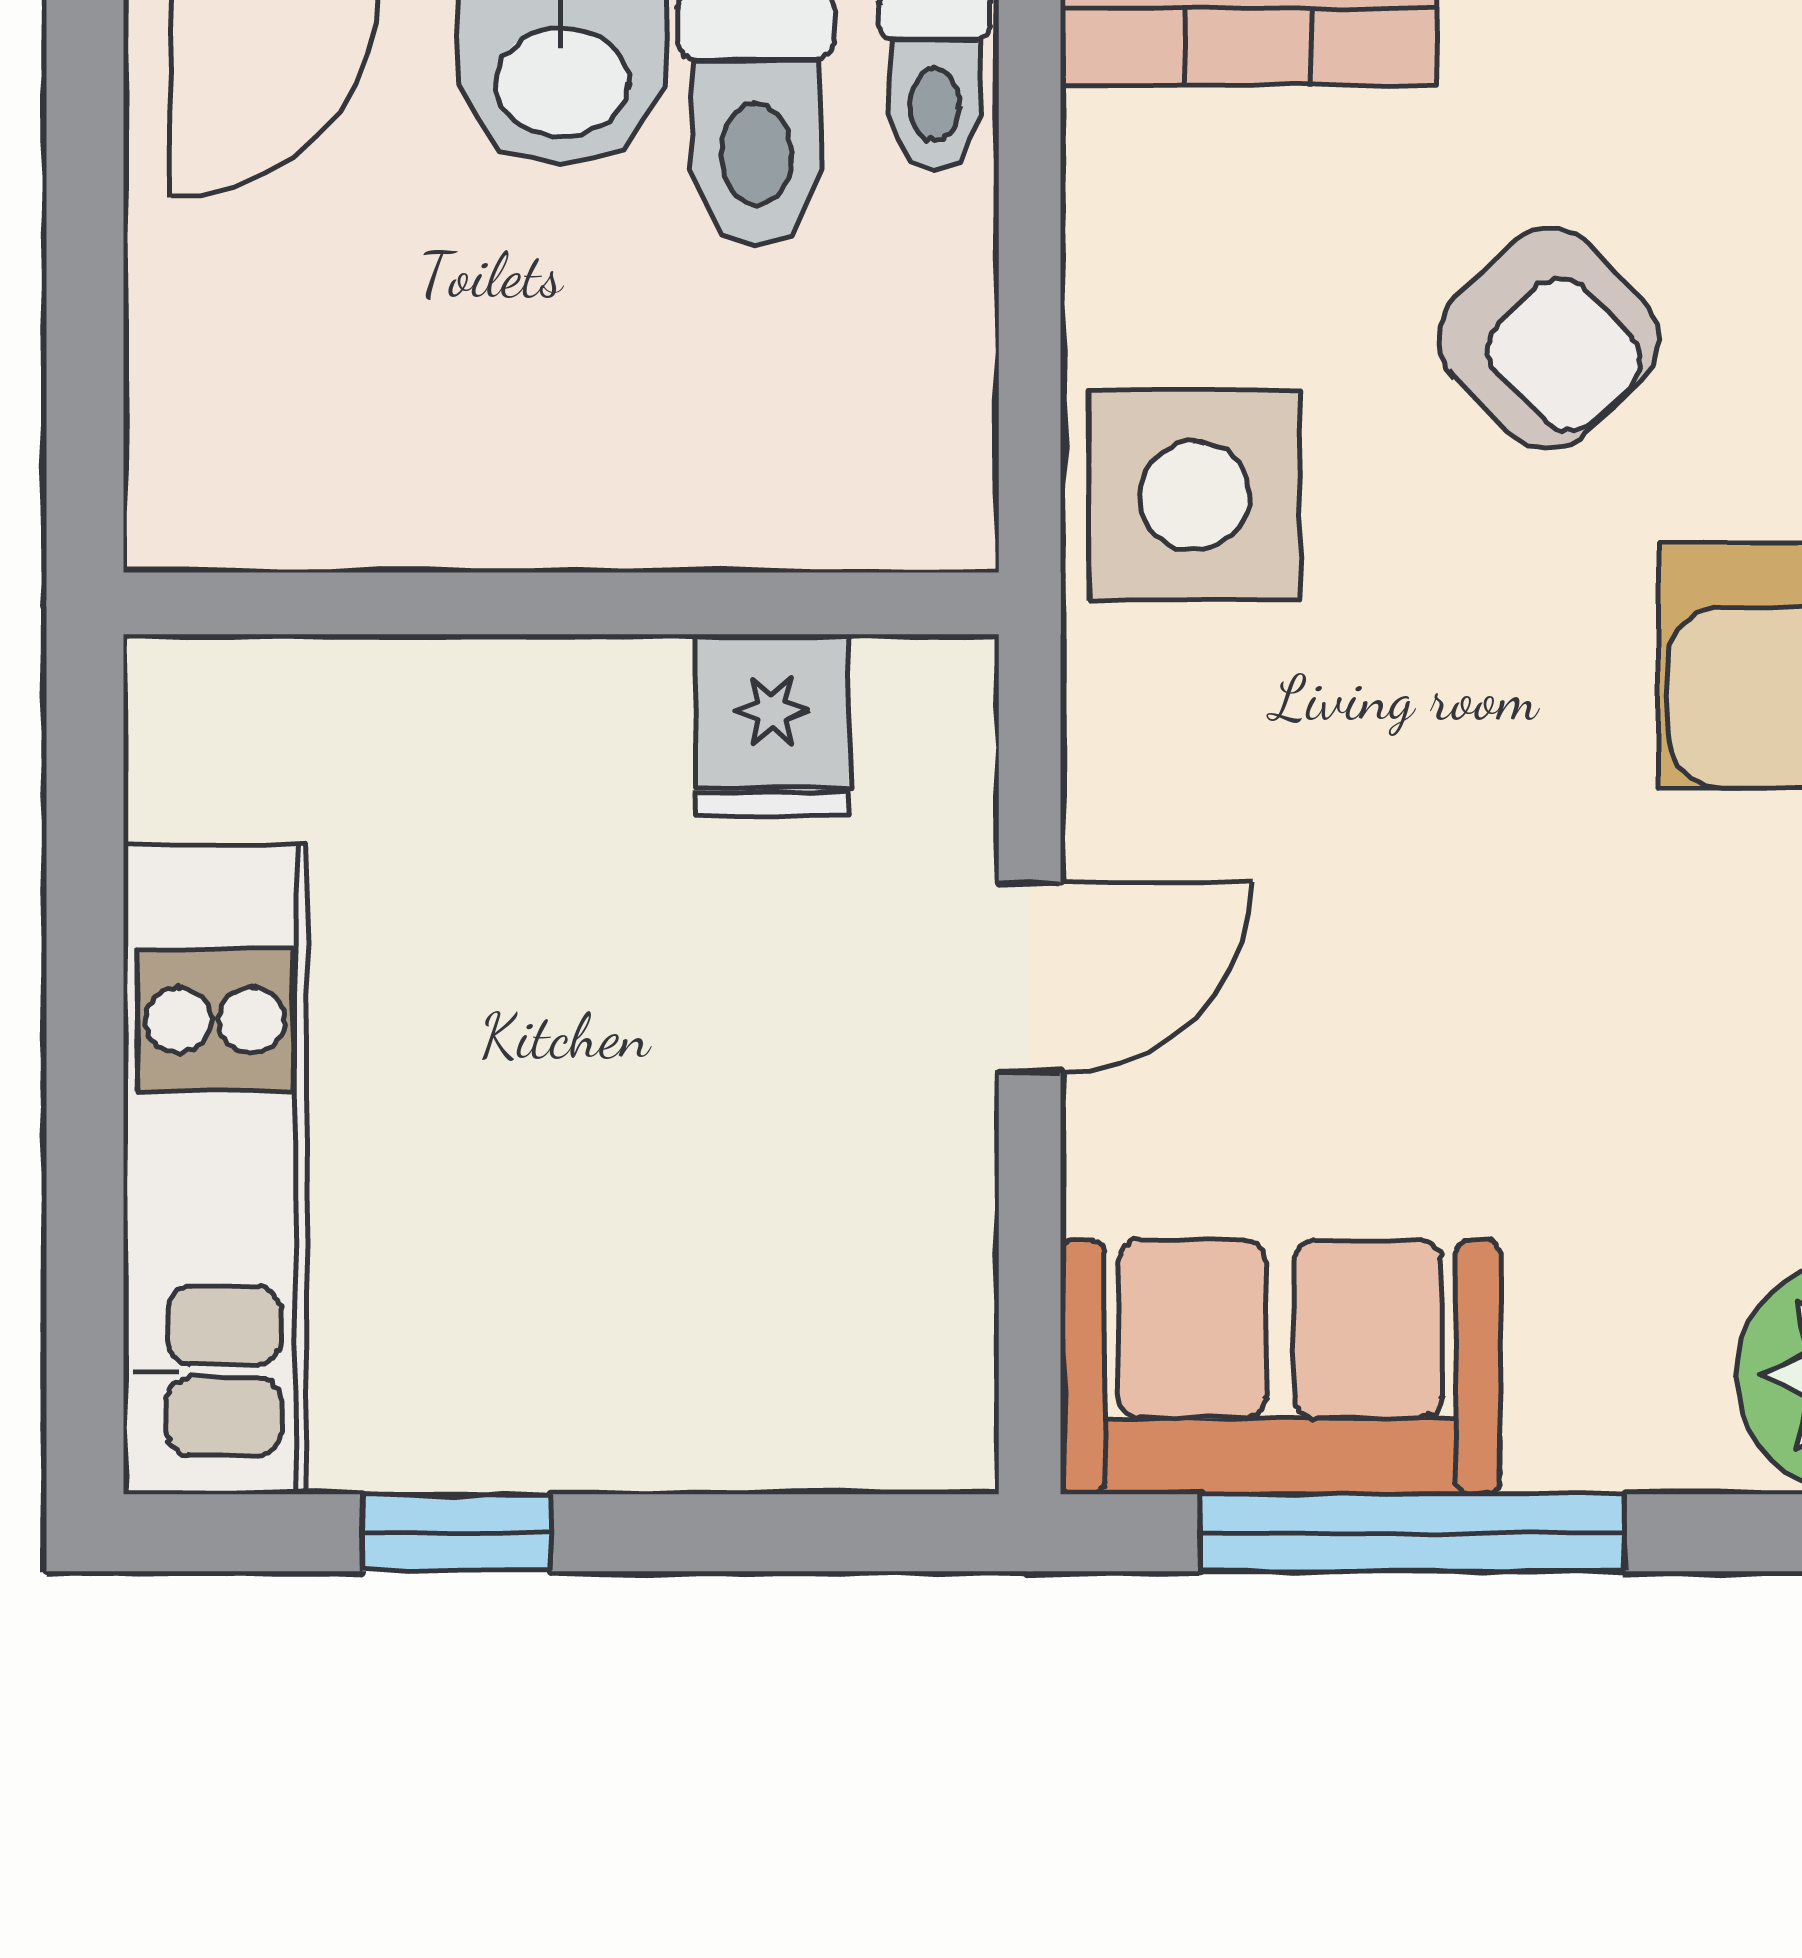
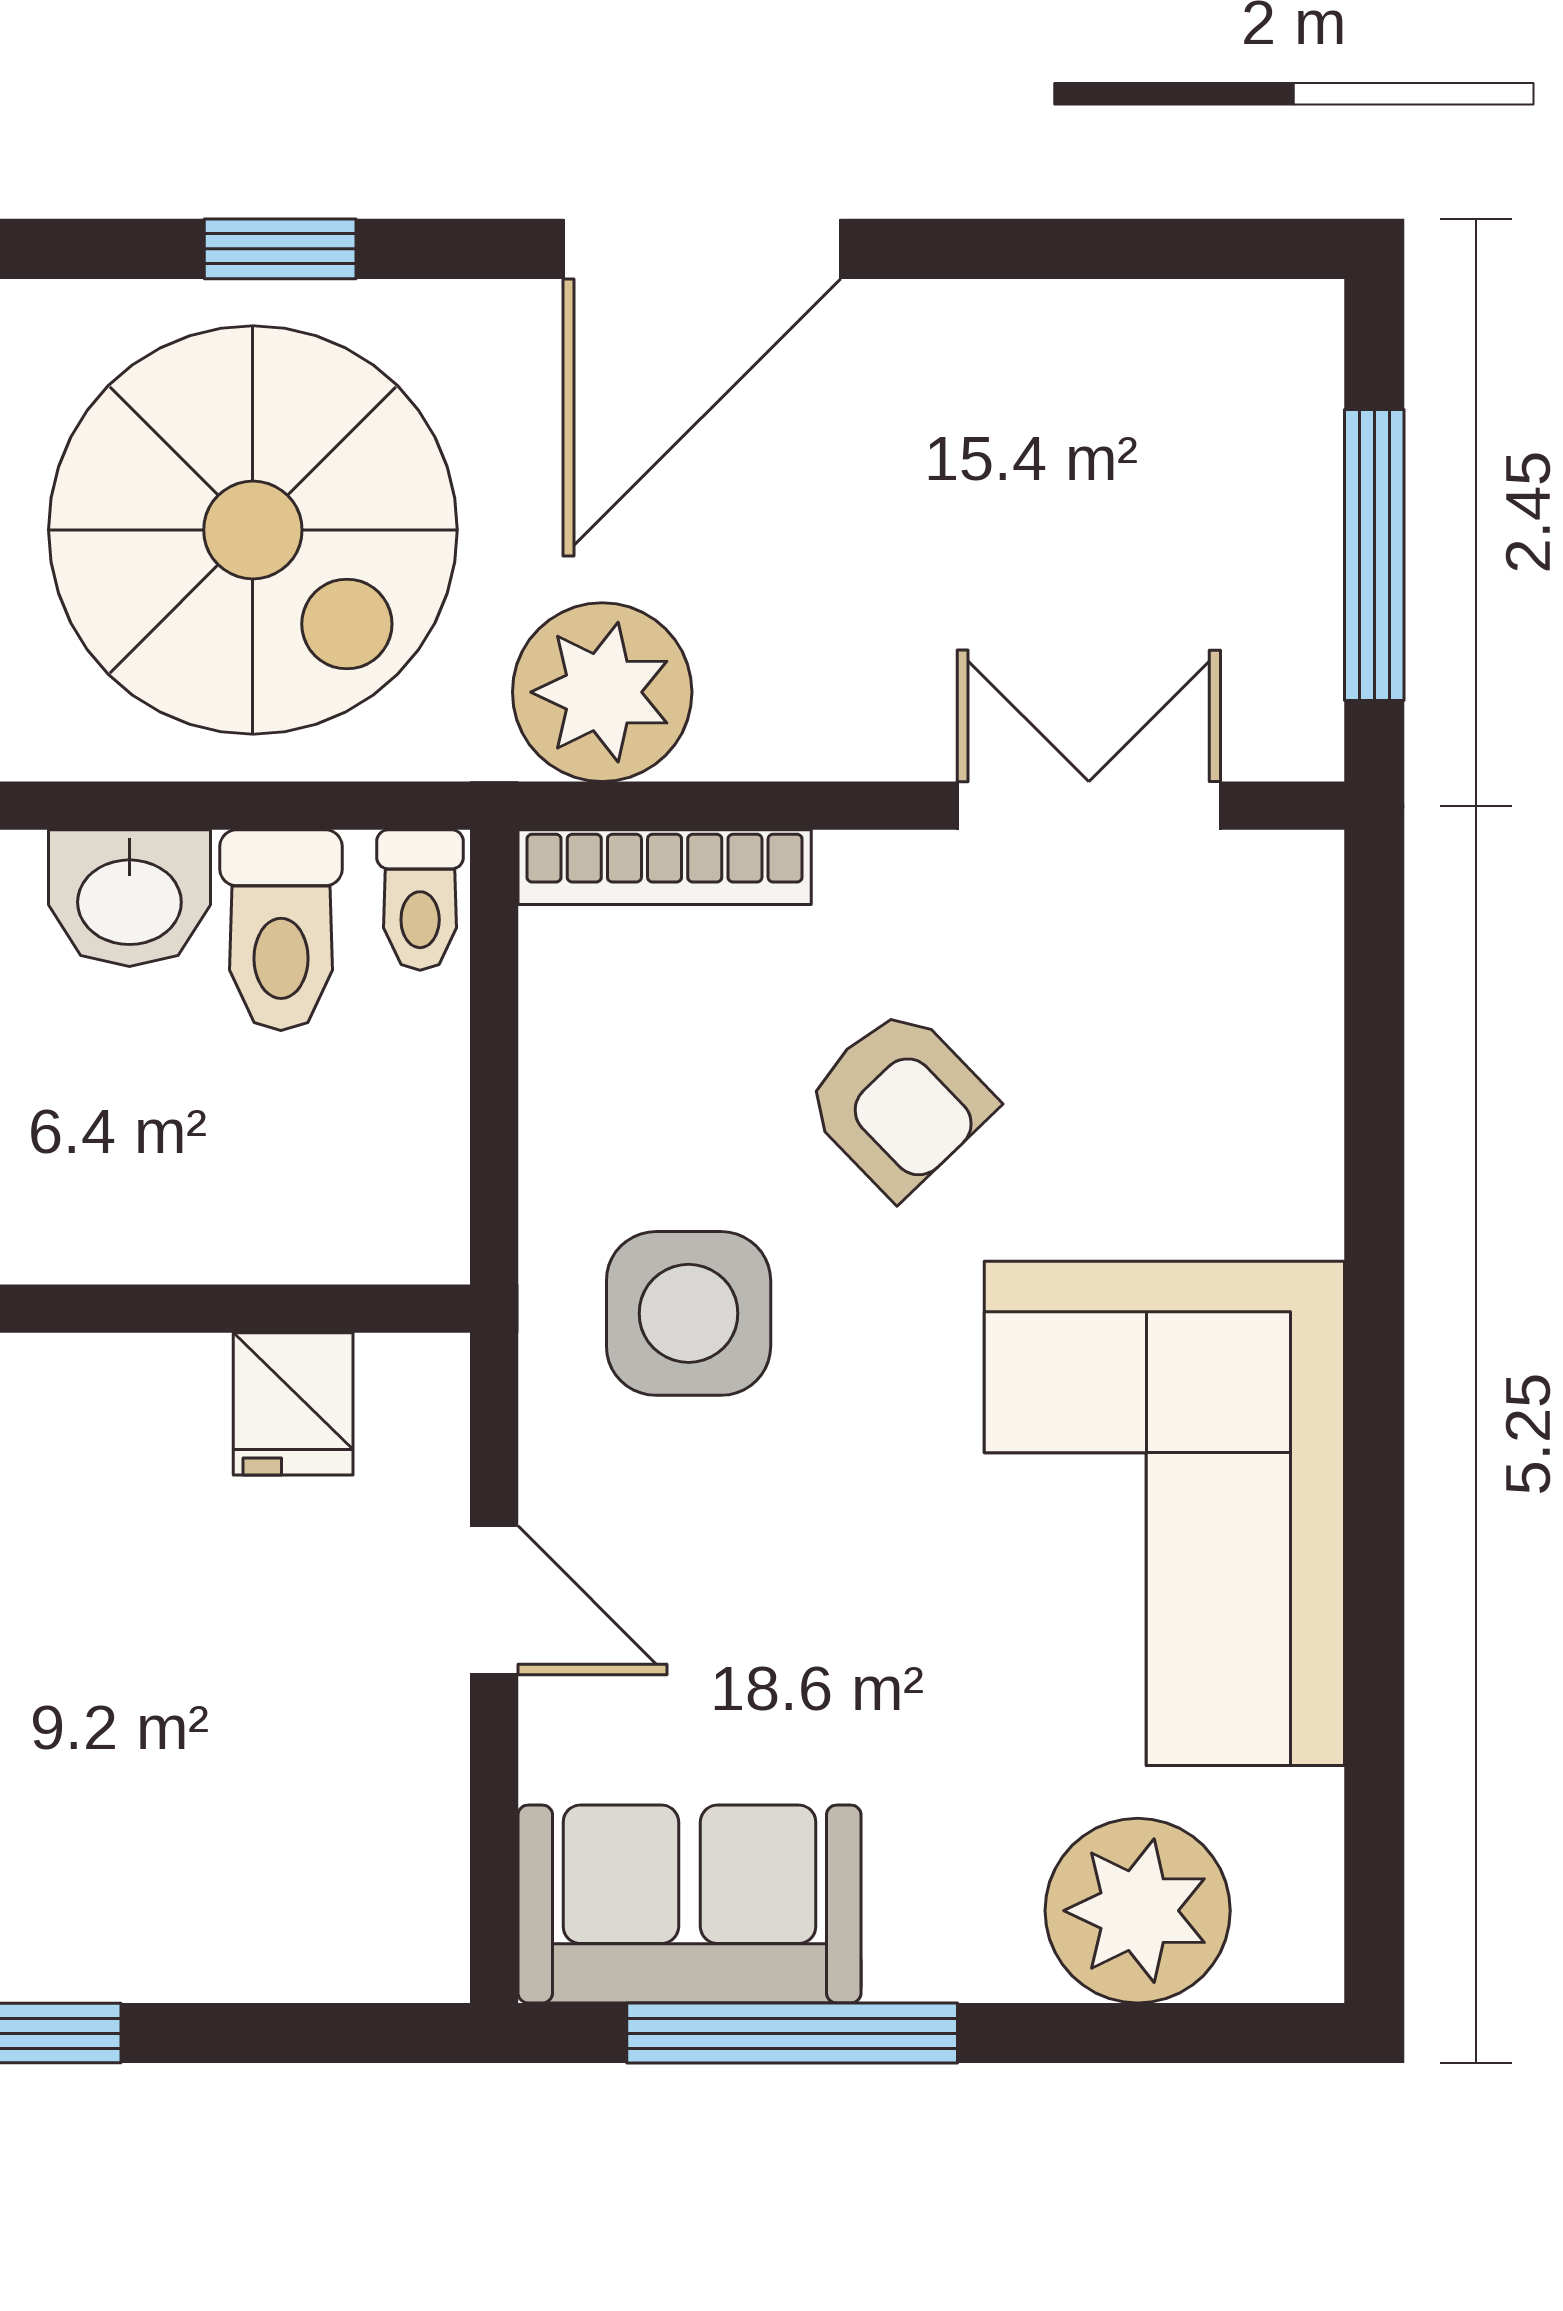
side table: (1194, 495) -> (689, 1313), moved
door: (1030, 978) -> (494, 1600), hinge flipped

